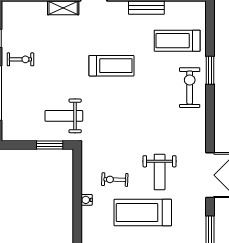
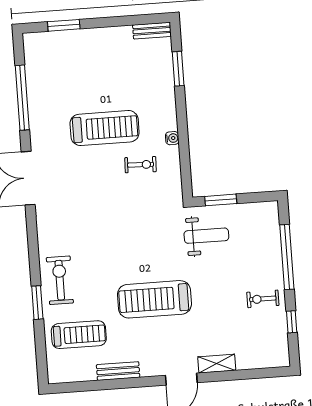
treadmill: (111, 66) -> (154, 299), width x1.37, depth x1.37
exercise bike: (190, 88) -> (60, 280), turned 180
weight bench: (160, 172) -> (88, 177), removed

